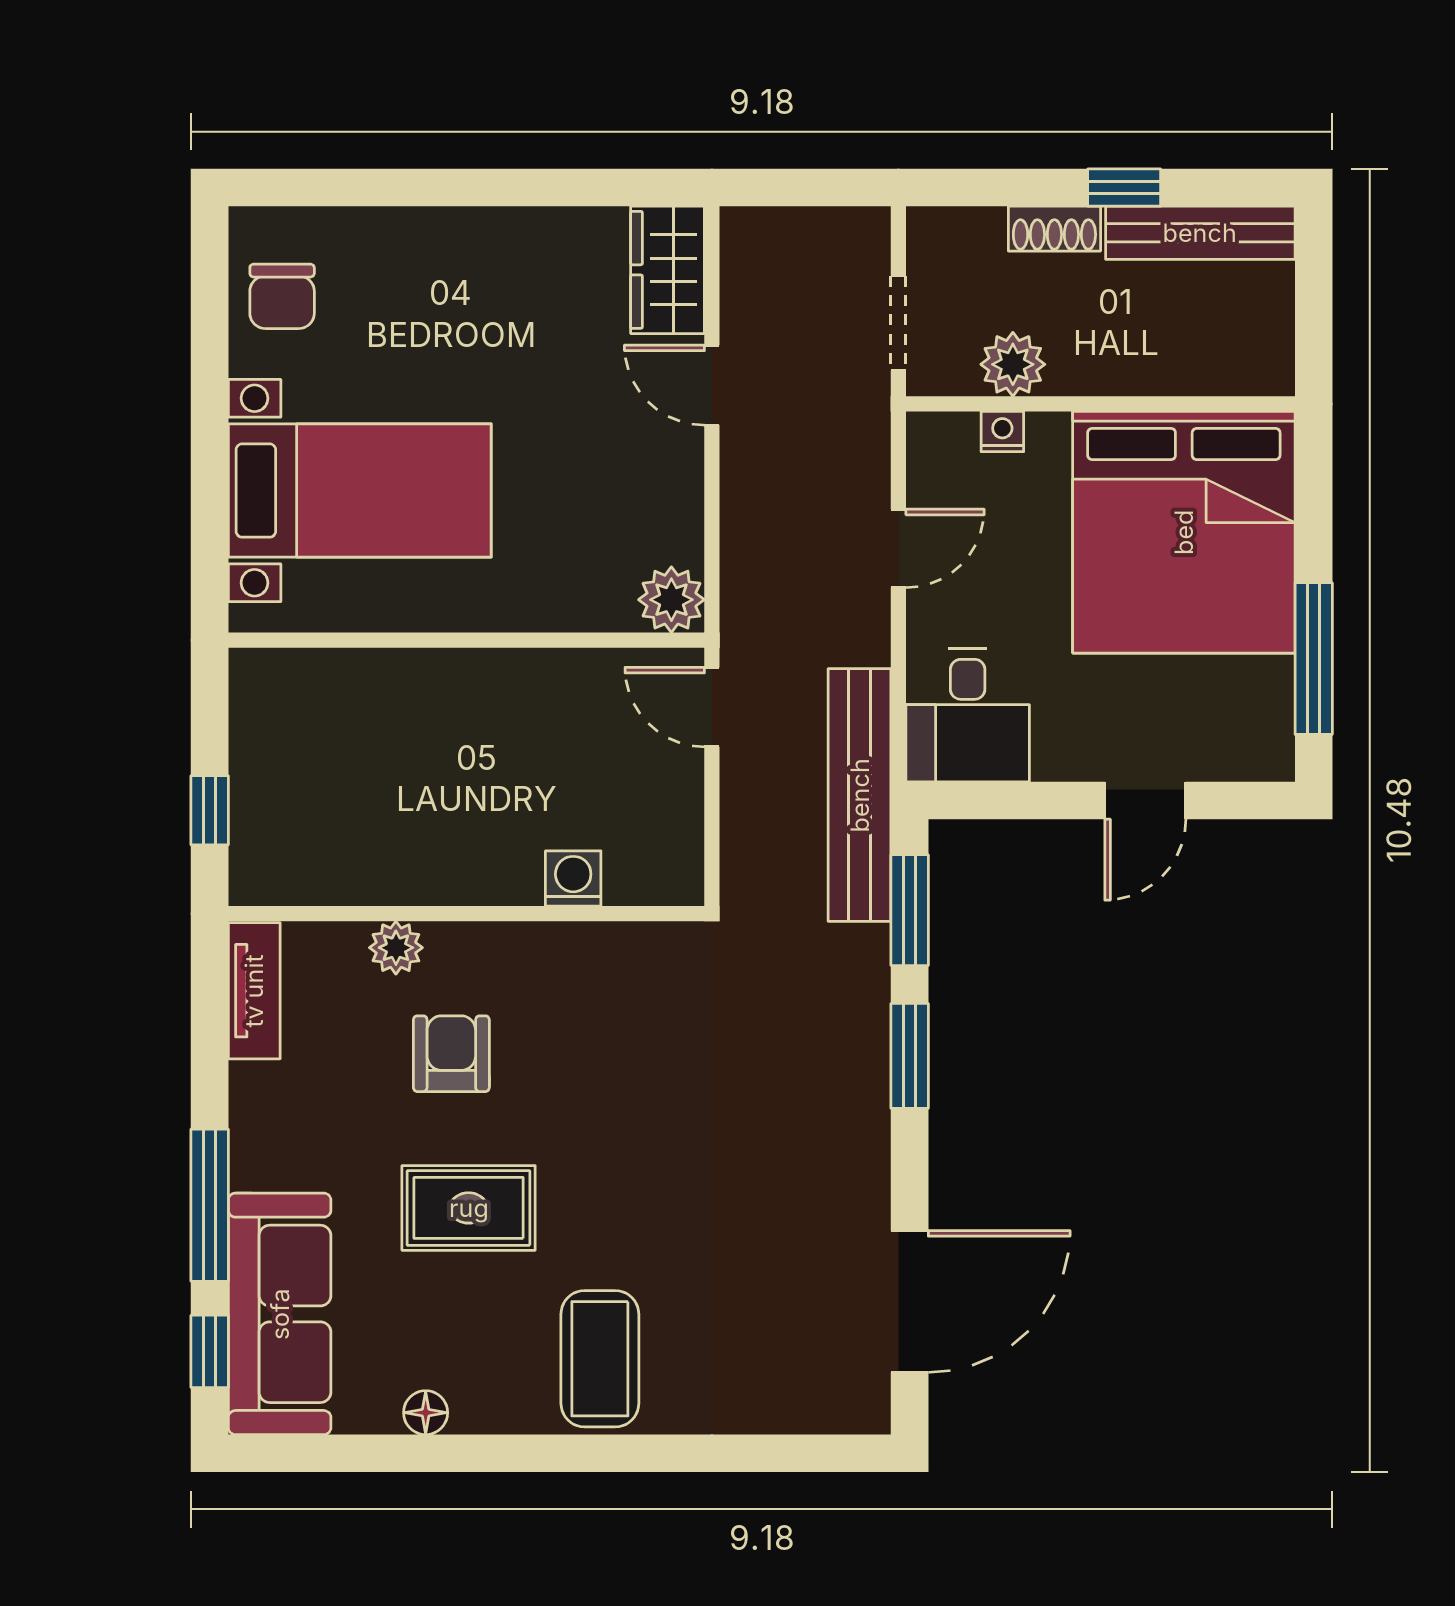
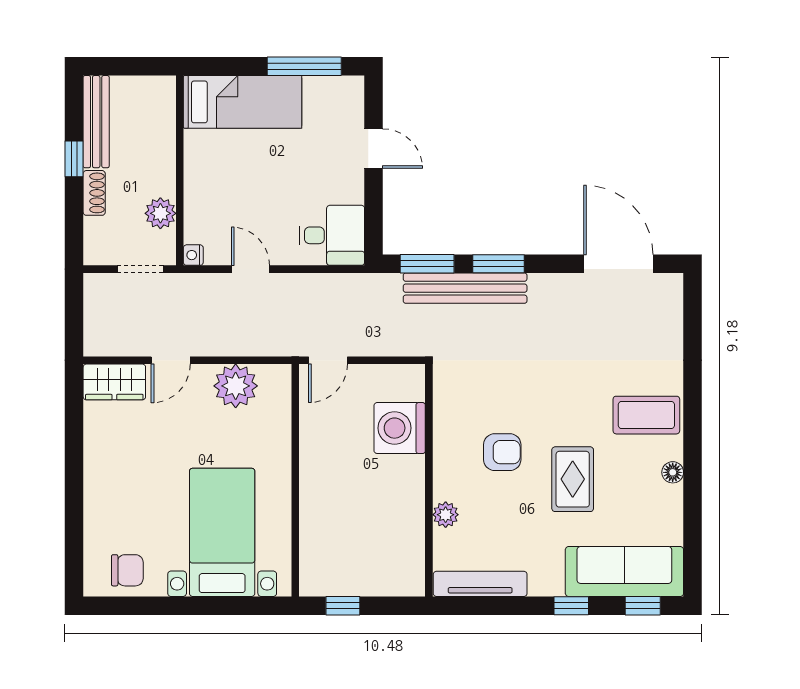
nightstand: (1002, 431) -> (193, 255), moved
bed: (1184, 532) -> (243, 102), width x0.49
plant: (671, 600) -> (236, 386), moved, width x1.36, depth x1.36
bench: (860, 795) -> (465, 288), moved
window: (210, 810) -> (343, 606), moved
washing machine: (573, 878) -> (400, 428), width x1.89, depth x1.89
tv unit: (254, 991) -> (480, 584), width x1.41
armchair: (451, 1054) -> (502, 452), moved, turned 180
window: (210, 1205) -> (571, 606), width x0.46
floor lamp: (426, 1413) -> (673, 472), moved

